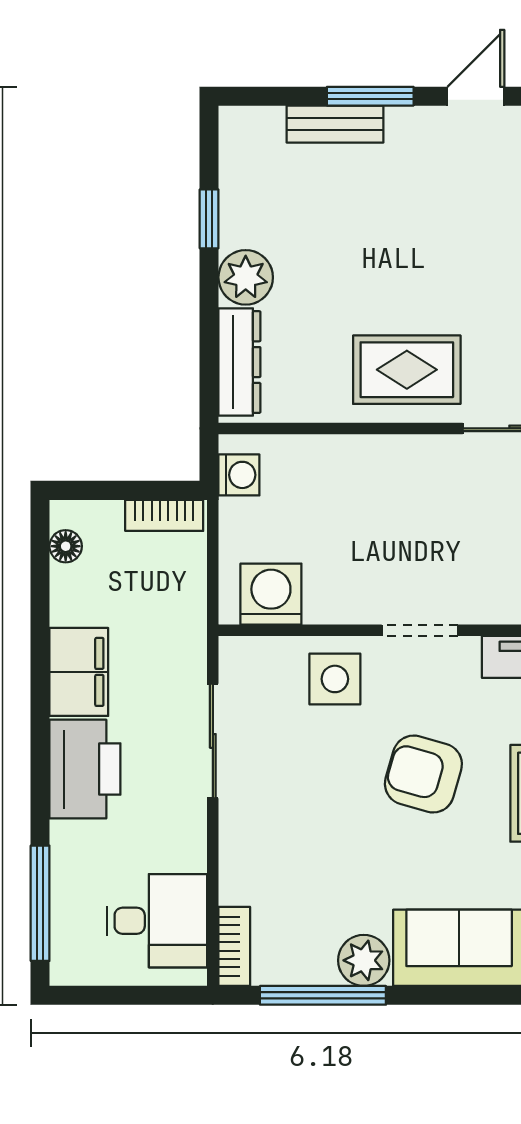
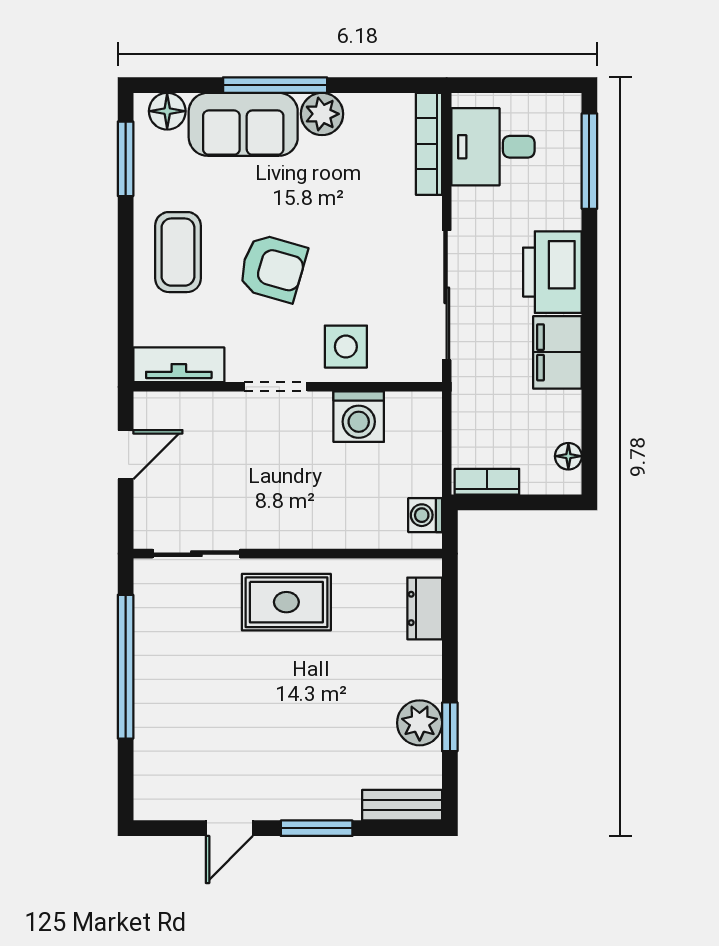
bench: (335, 124) -> (402, 805), moved
plant: (246, 277) -> (420, 723), moved
dresser: (239, 362) -> (425, 608), width x0.70
washing machine: (271, 594) -> (359, 417), moved
sliding door: (213, 741) -> (447, 295), width x1.37
bookcase: (234, 946) -> (429, 144), width x1.56
window: (323, 995) -> (275, 85), moved

